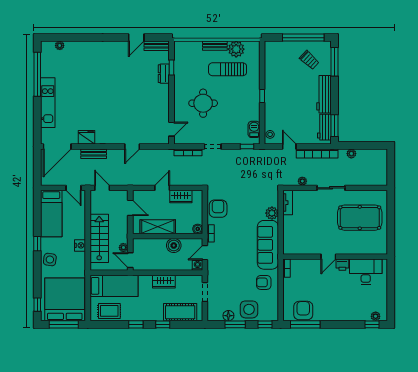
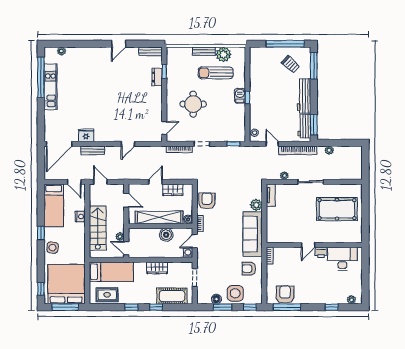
door: (136, 38) -> (119, 44), moved
kitchen unit: (48, 103) -> (51, 87), moved
barbecue: (254, 129) -> (240, 96), moved
shelving: (158, 227) -> (159, 217), width x1.47
nightstand: (80, 245) -> (80, 216), moved
window: (372, 324) -> (332, 307), moved

